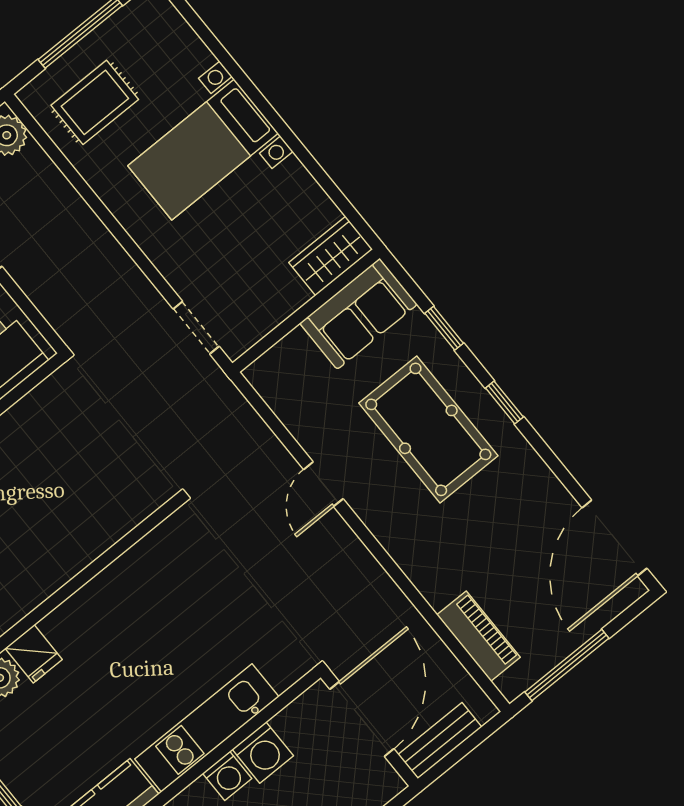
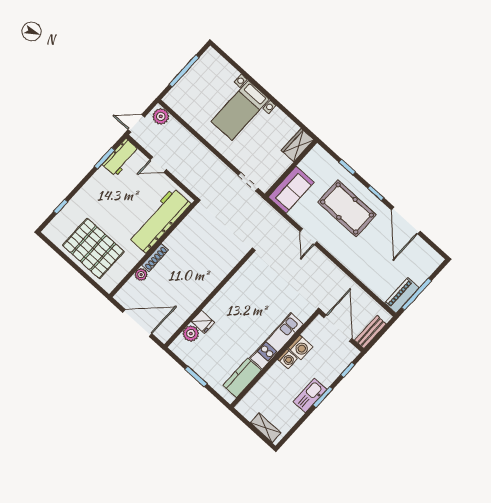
rug: (95, 102) -> (194, 98), removed
sofa: (358, 314) -> (291, 190), moved
door: (615, 538) -> (406, 220), moved
piano: (479, 636) -> (402, 295), moved, turned -90

